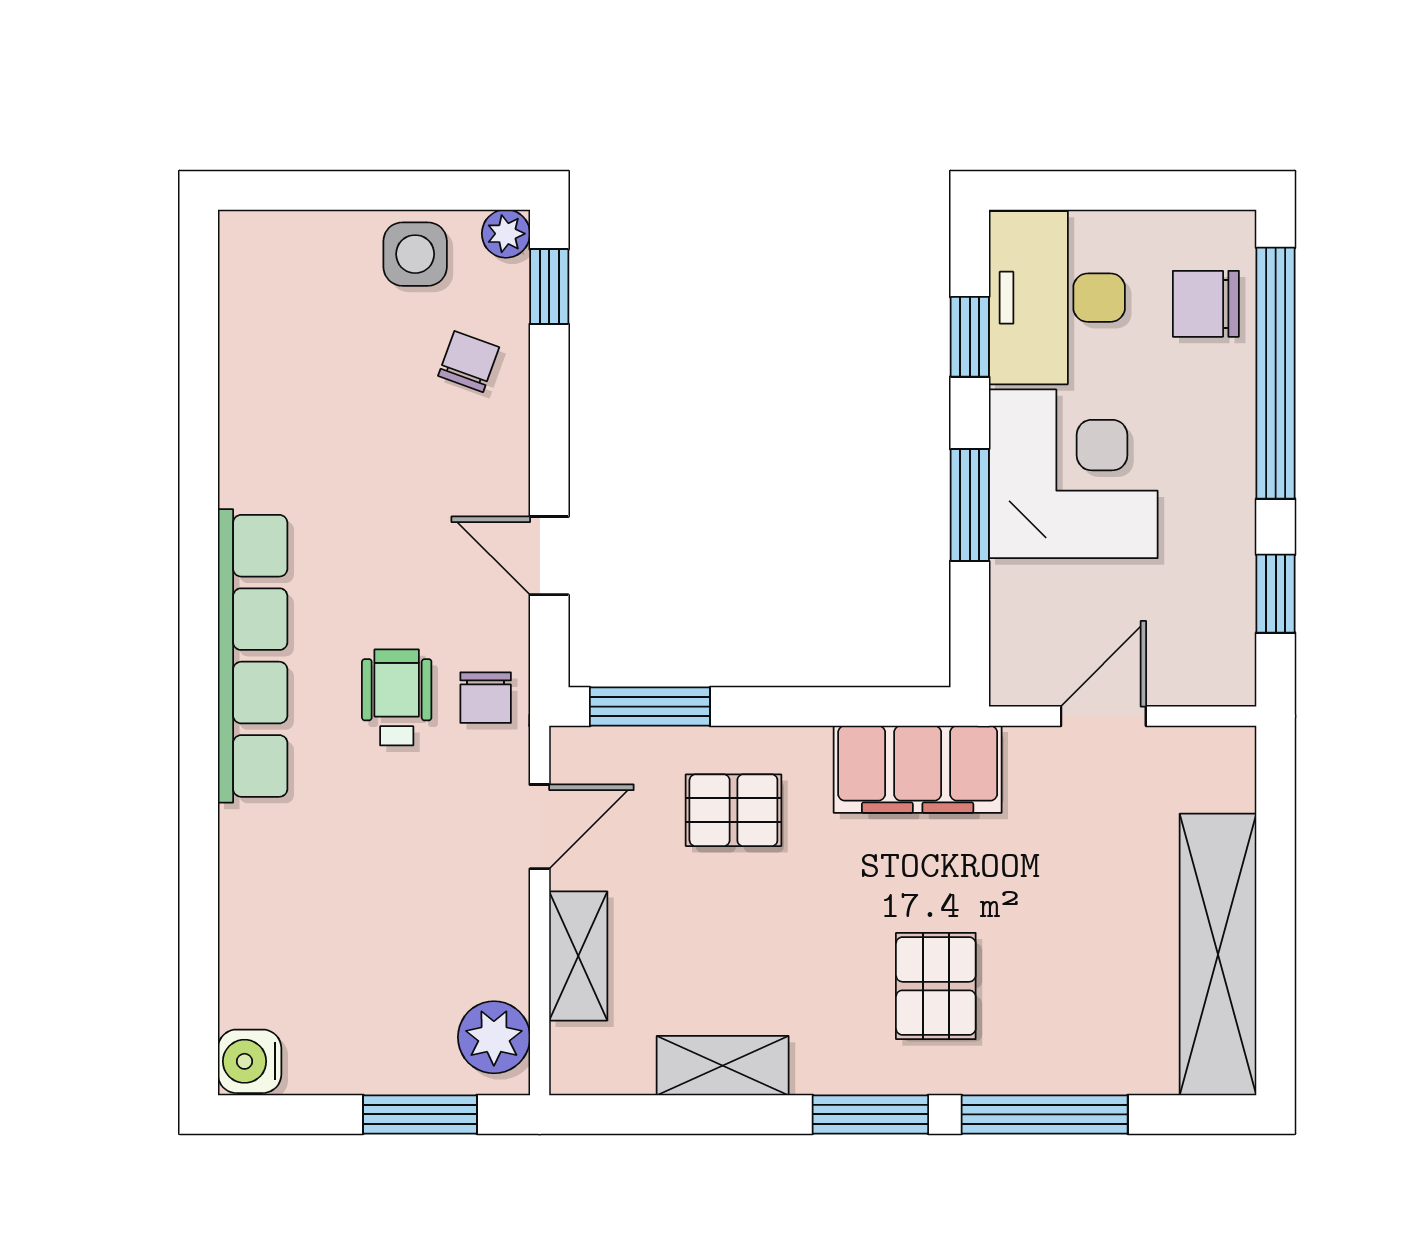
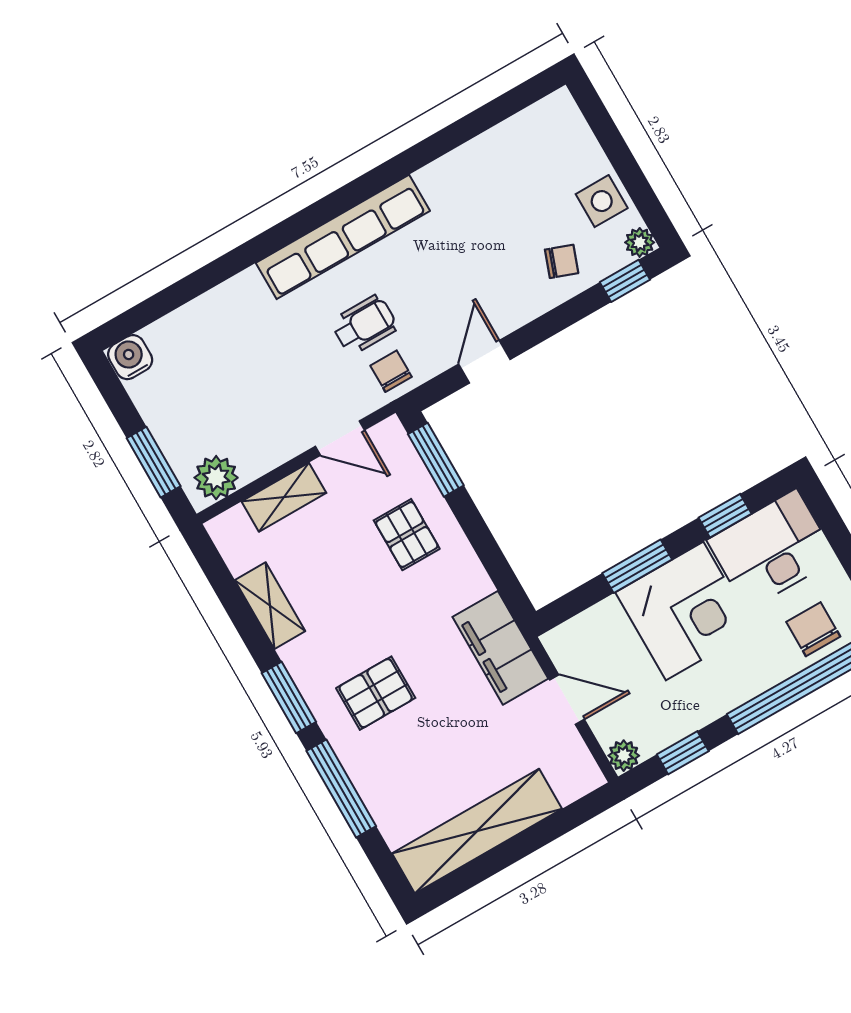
plant: (1231, 681) -> (624, 756), added
chair: (486, 698) -> (391, 371), turned 90
filing cabinet: (918, 769) -> (500, 648), moved

